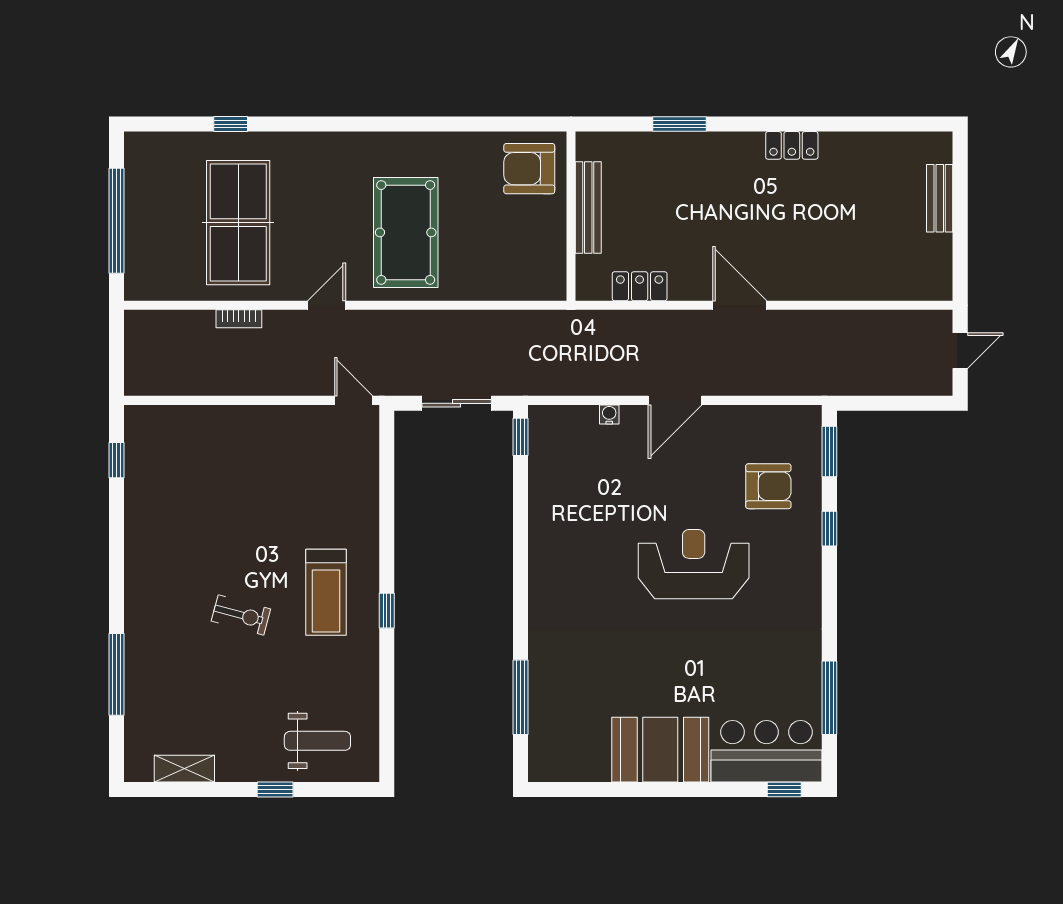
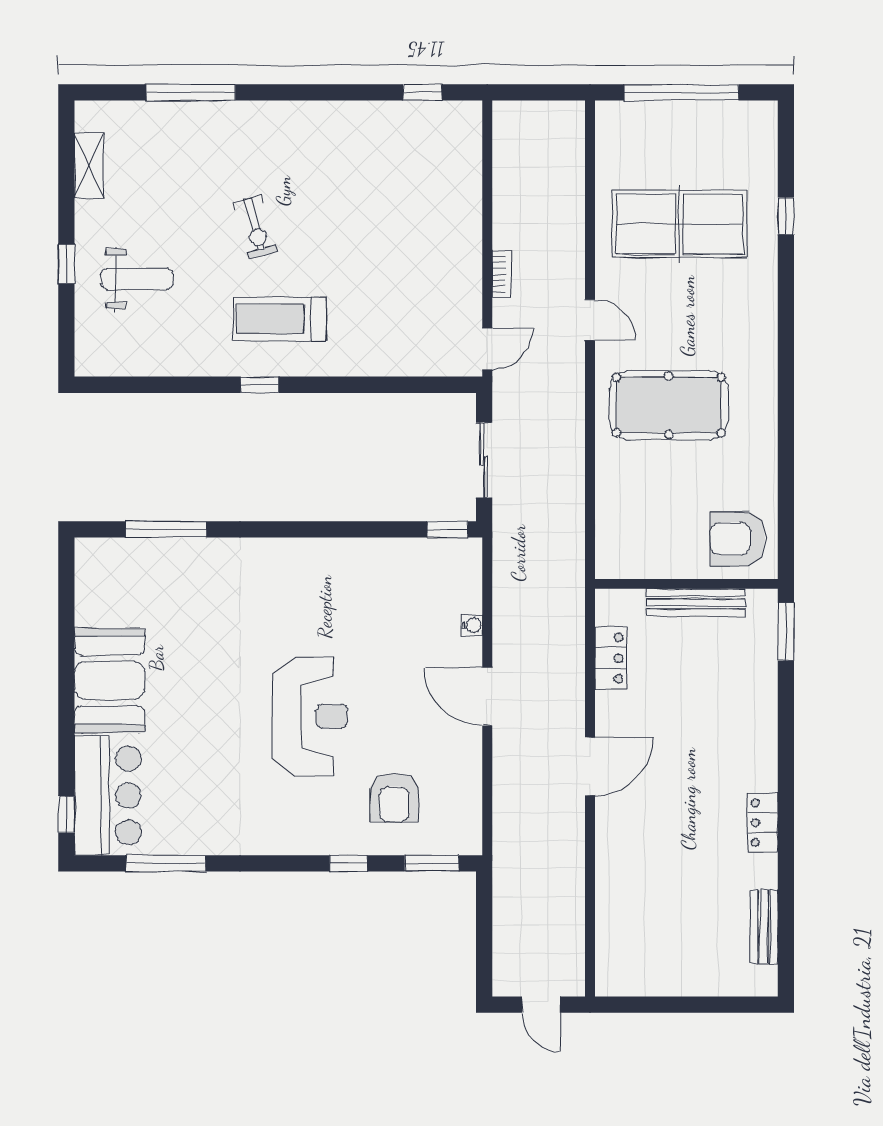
window: (680, 124) -> (786, 632), moved
armchair: (529, 169) -> (738, 539), turned -90
bench: (940, 198) -> (764, 927), moved, turned 90
bookcase: (239, 319) -> (502, 274), moved, turned 180
exercise bike: (241, 615) -> (255, 227), turned -31
weight bench: (317, 741) -> (137, 279), moved, turned -90

